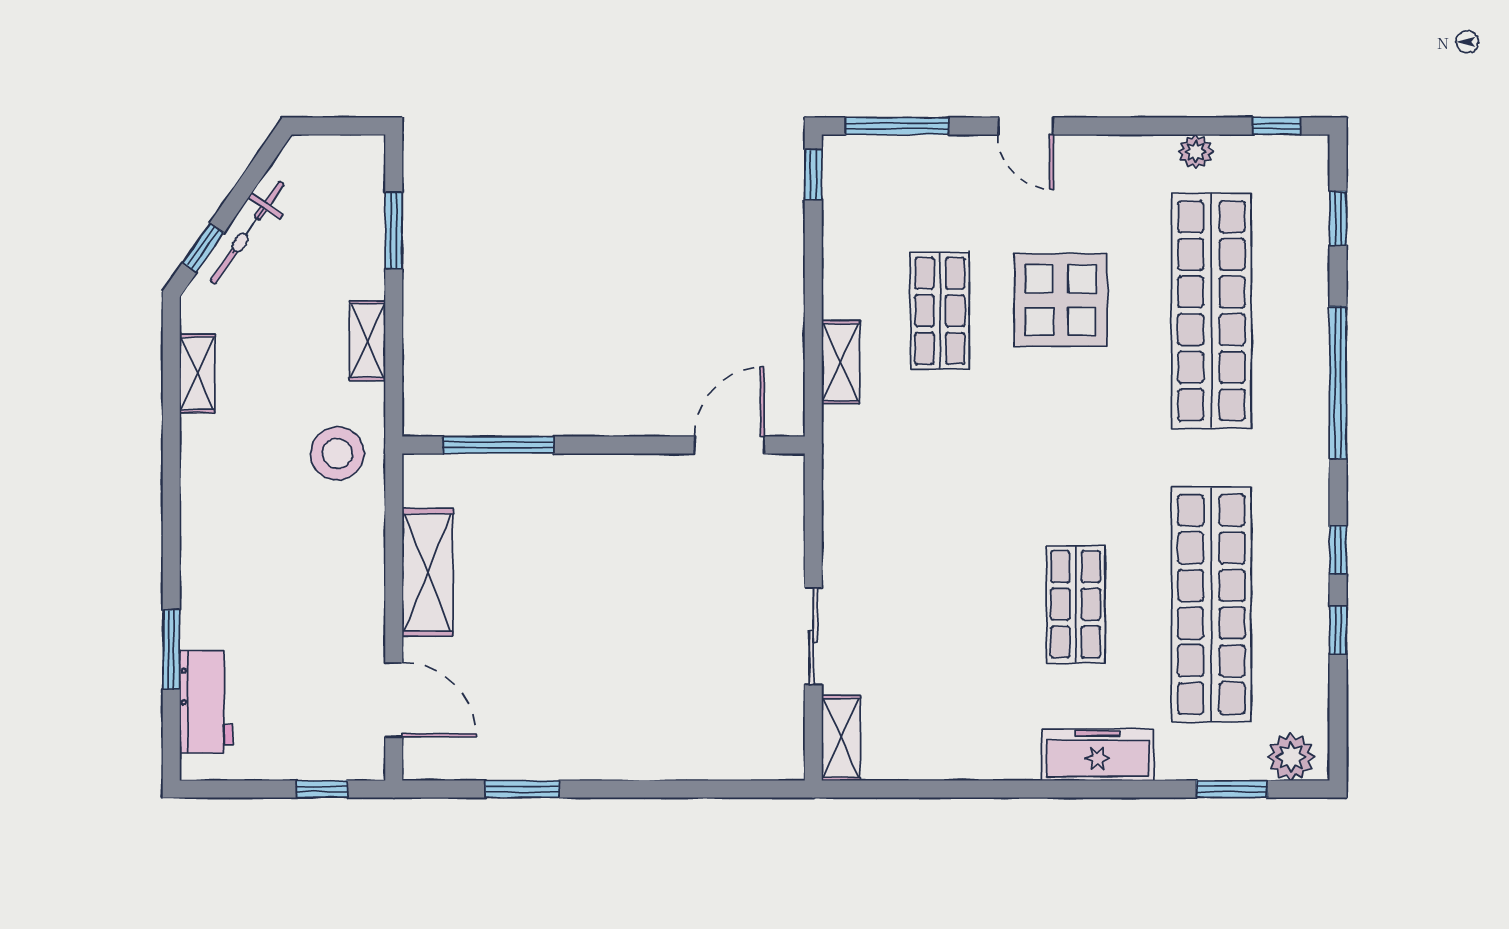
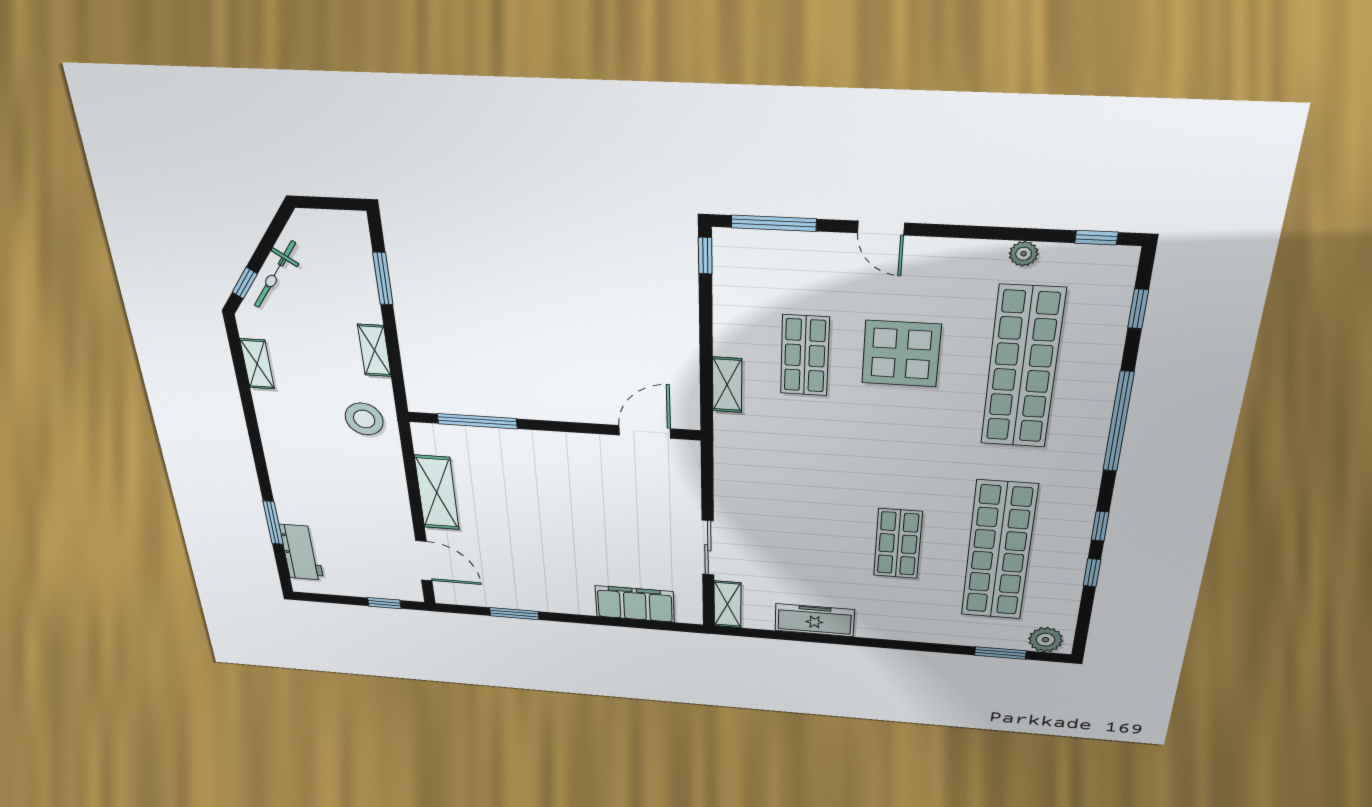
filing cabinet: (705, 751) -> (635, 604), added
freezer: (1098, 755) -> (815, 620), moved

